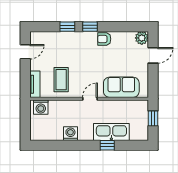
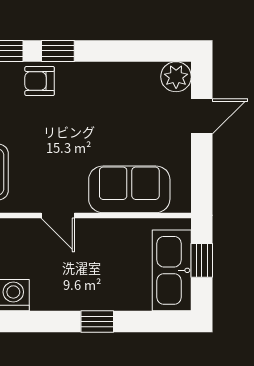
armchair: (104, 39) -> (40, 81), moved
door: (90, 99) -> (58, 215), swing flipped
kitchen sink: (111, 132) -> (172, 270), moved, turned -90

